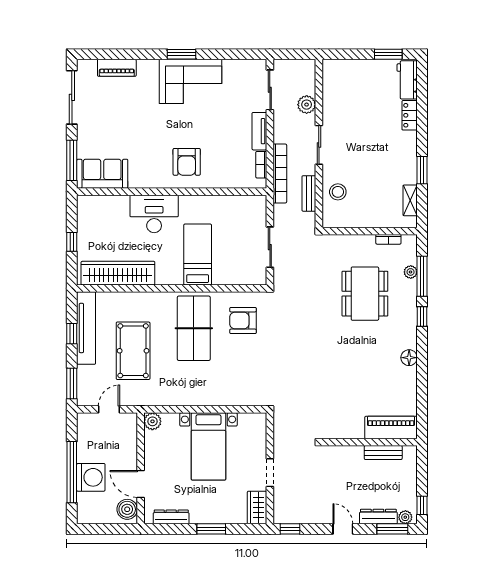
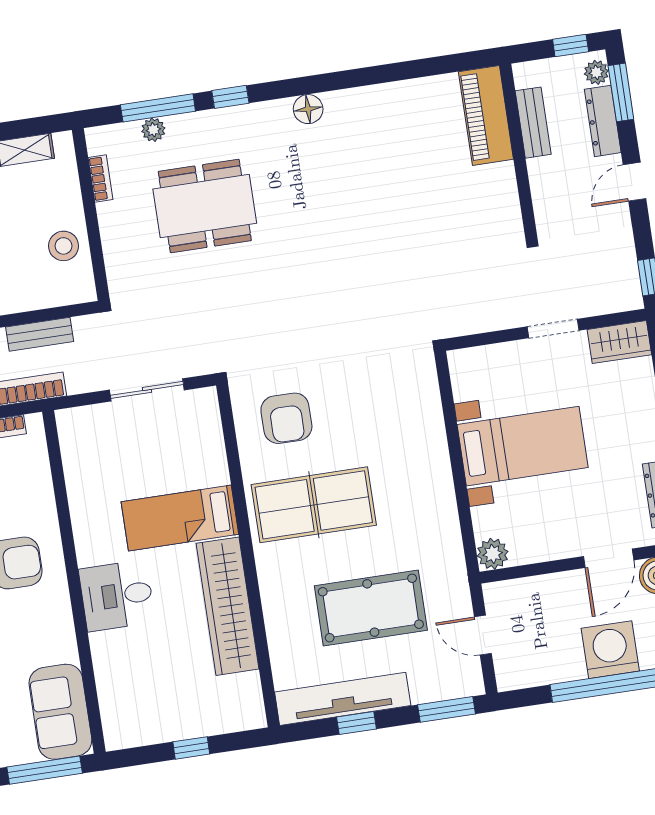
stool: (338, 192) -> (64, 246), moved
desk: (154, 214) -> (117, 596), width x0.73
wardrobe: (118, 273) -> (228, 606), moved
piano: (391, 428) -> (486, 115), moved
wall: (370, 442) -> (518, 150), moved
bench: (383, 453) -> (533, 123), moved

